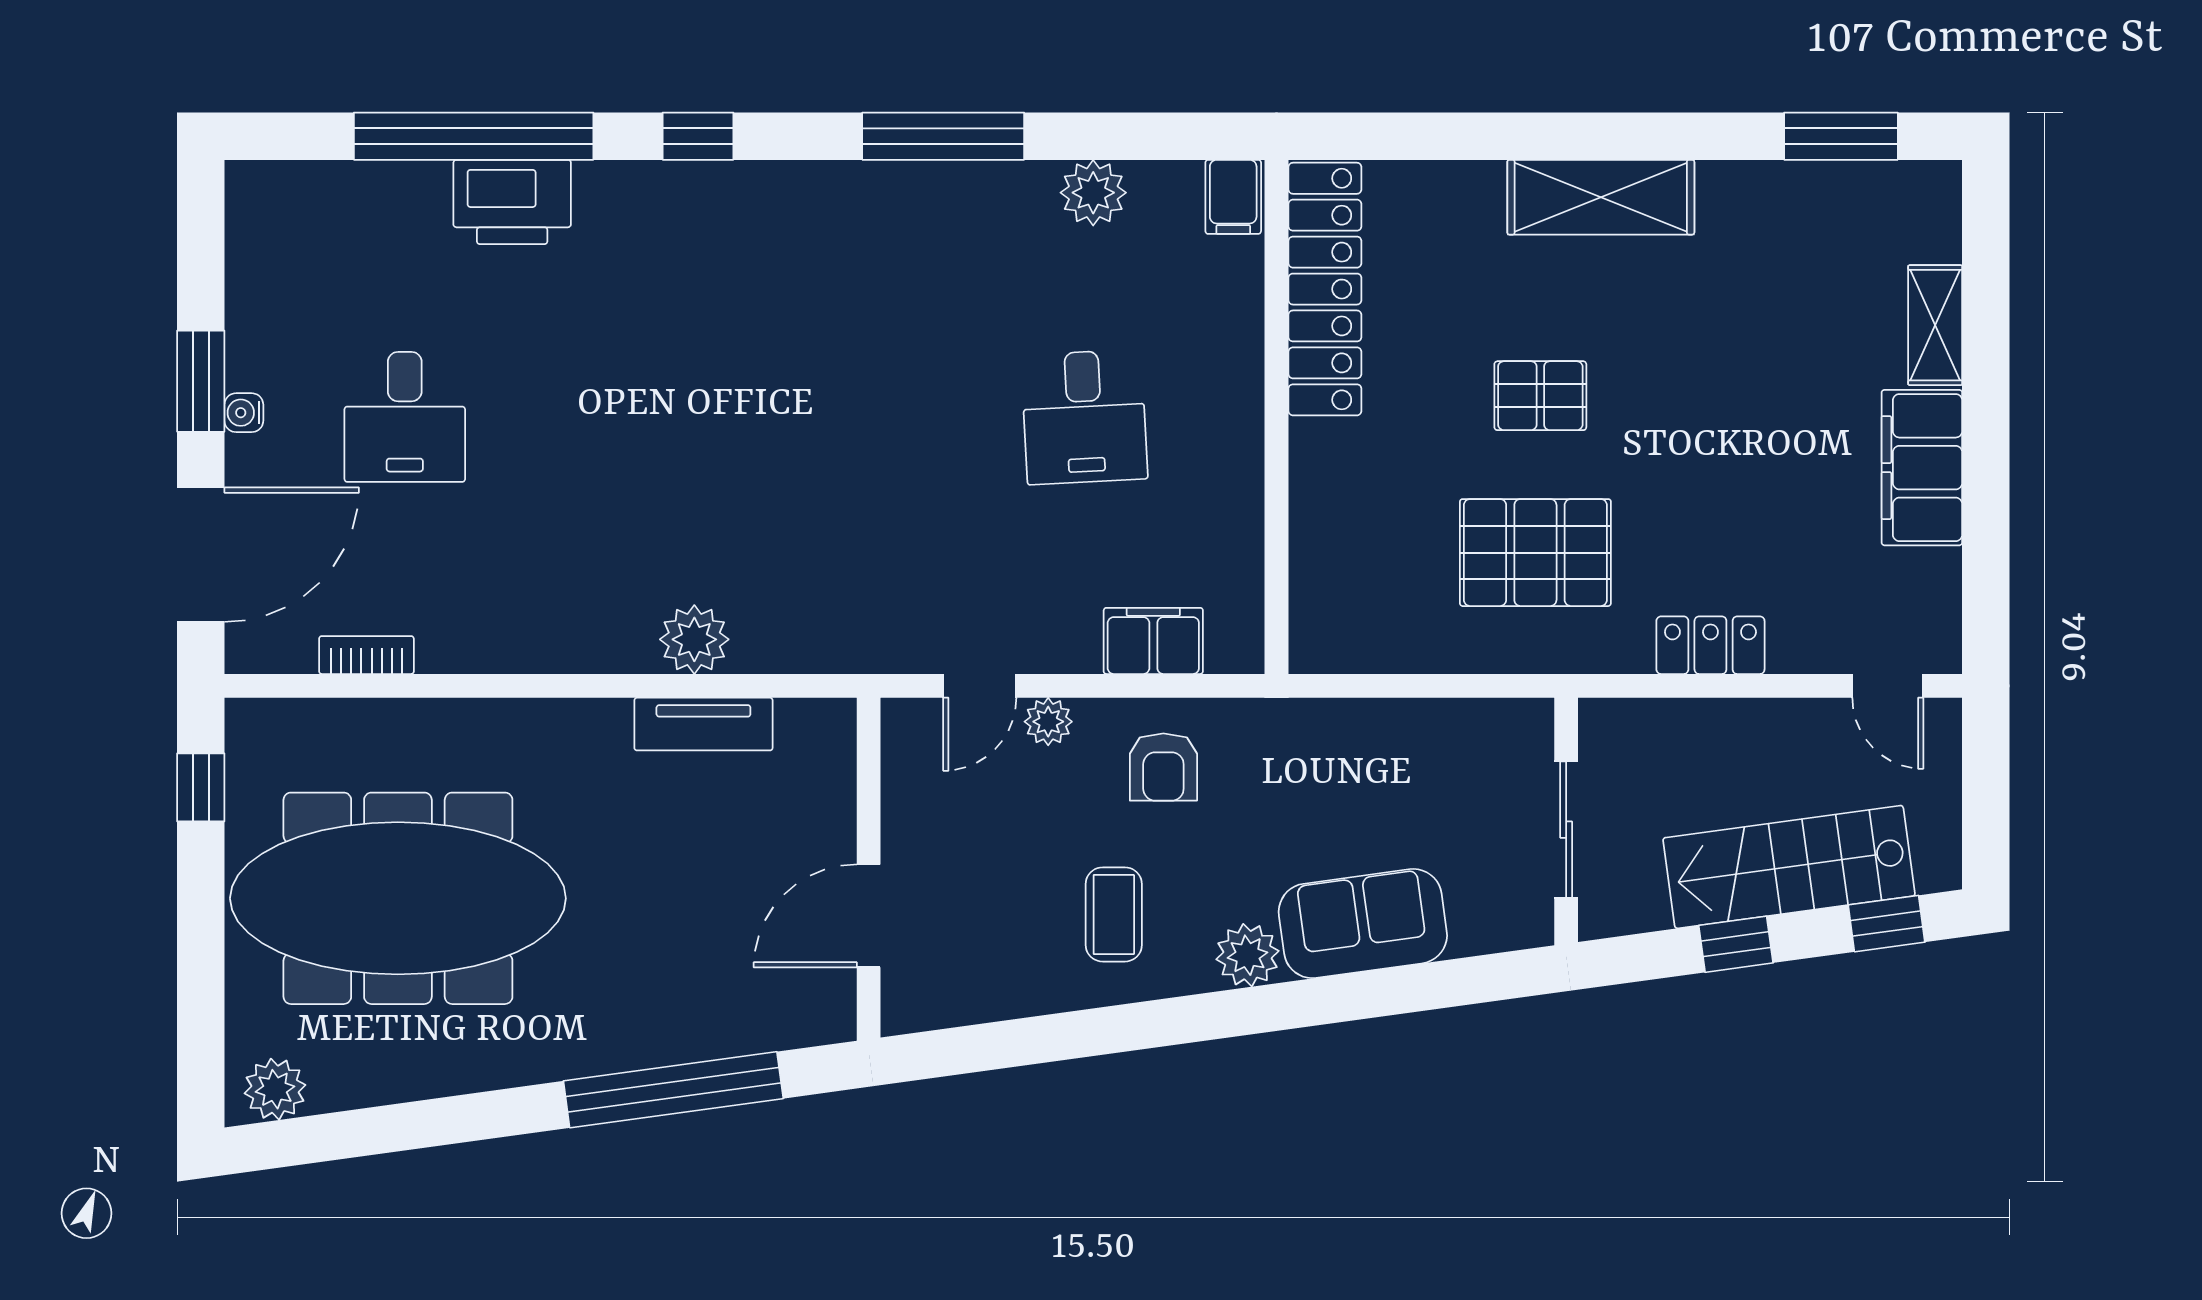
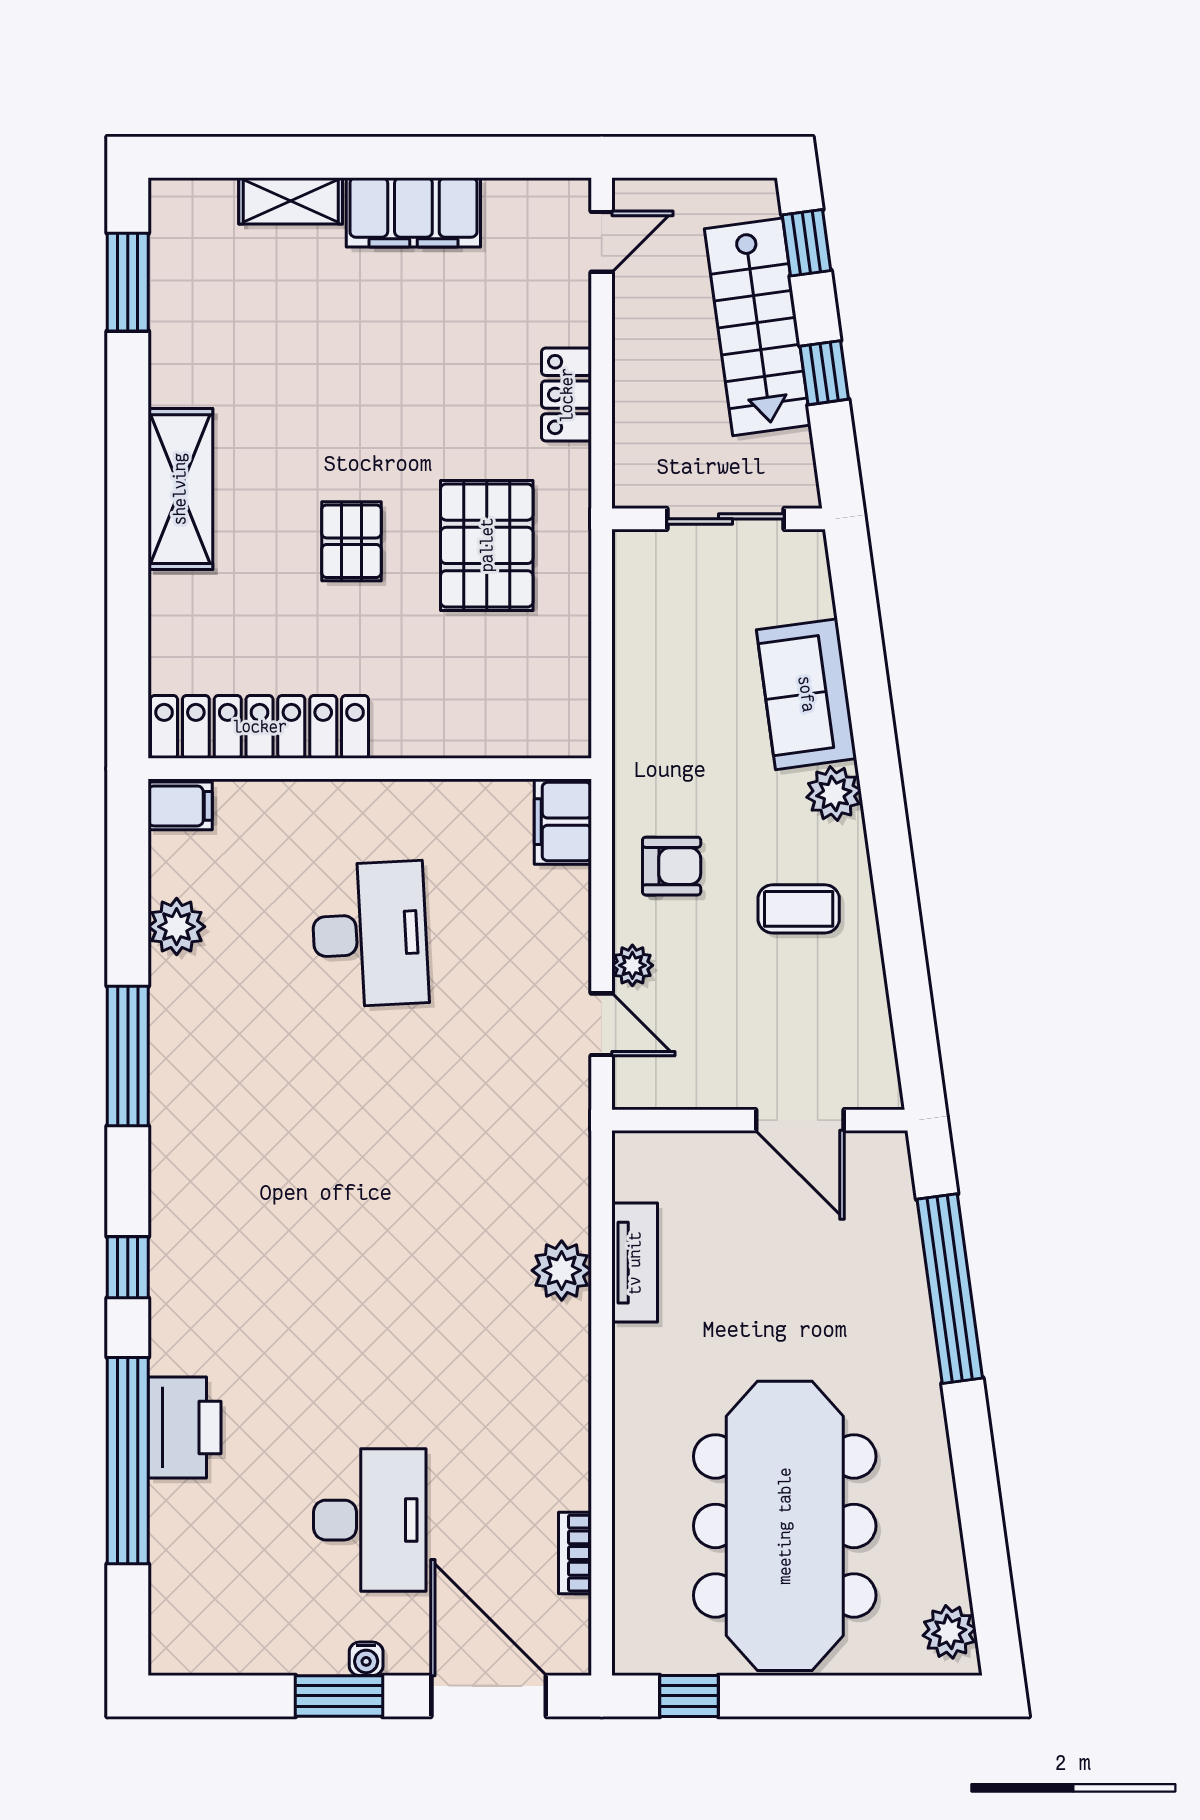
desk: (405, 417) -> (370, 1520), width x1.37
desk: (1084, 417) -> (370, 934), width x1.37
filing cabinet: (1153, 641) -> (563, 822), moved

